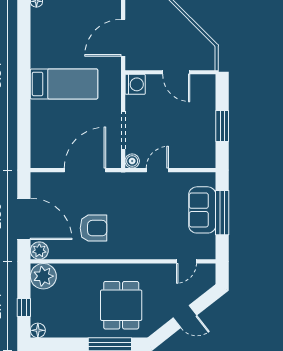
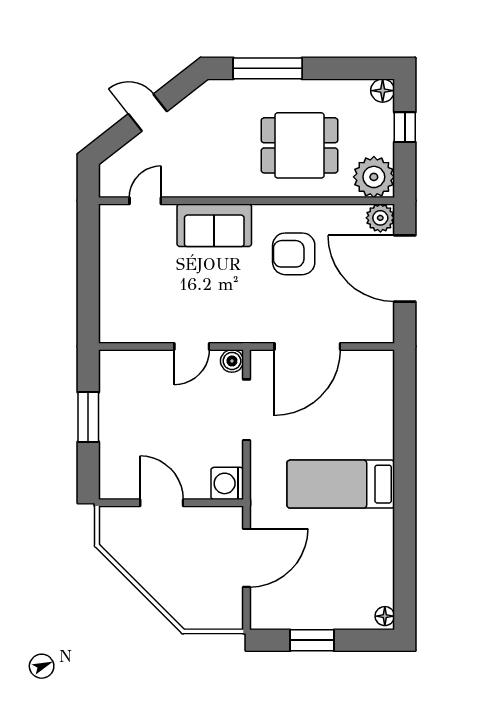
sofa: (202, 210) -> (214, 225), moved, turned 90
window: (222, 213) -> (88, 279), removed
dining table: (121, 305) -> (300, 145), moved, turned 90

